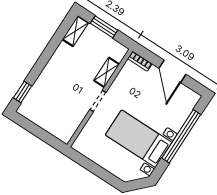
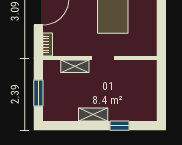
shelving: (75, 31) -> (93, 114), moved
window: (23, 92) -> (119, 126), moved

